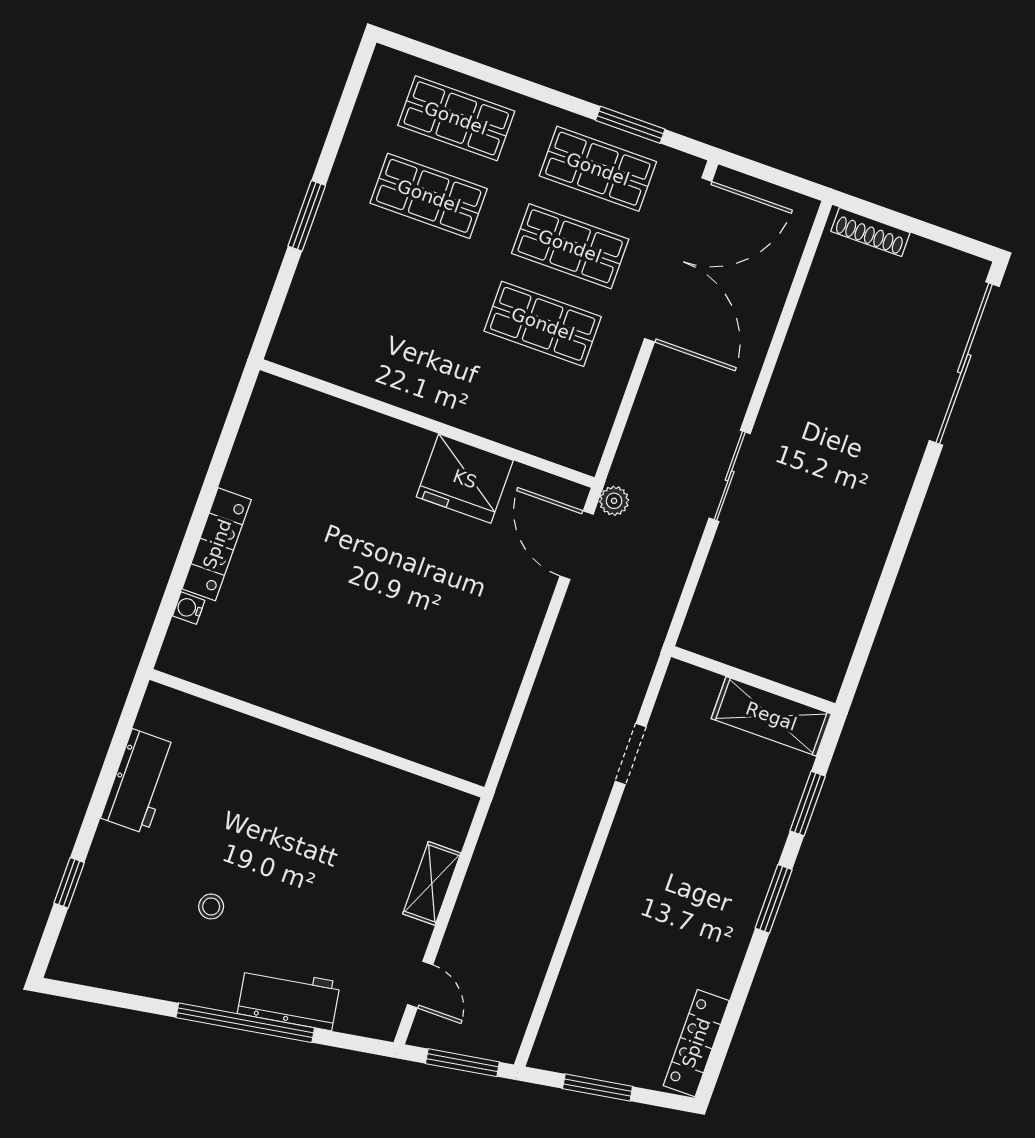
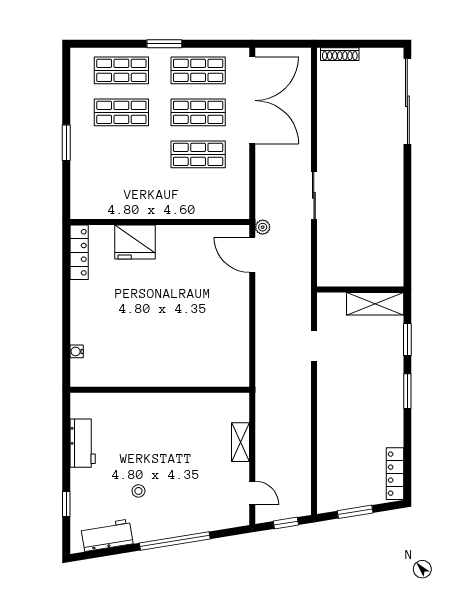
window: (630, 125) -> (164, 44), moved
fridge: (465, 479) -> (135, 242), moved
locker: (217, 544) -> (79, 252), moved
workbench: (289, 998) -> (107, 535), moved
window: (462, 1063) -> (286, 523), width x0.67

